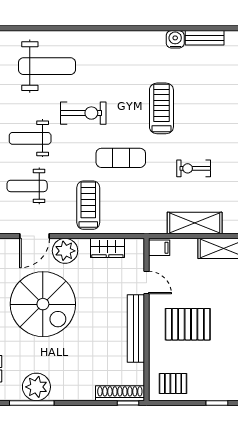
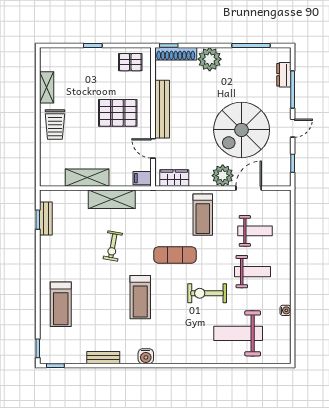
water cooler: (175, 39) -> (146, 356), moved
exercise bike: (194, 168) -> (113, 246), turned 100
wardrobe: (107, 248) -> (174, 178), moved
spiral stairs: (43, 304) -> (242, 130), turned -90
plant: (36, 387) -> (210, 59), moved

